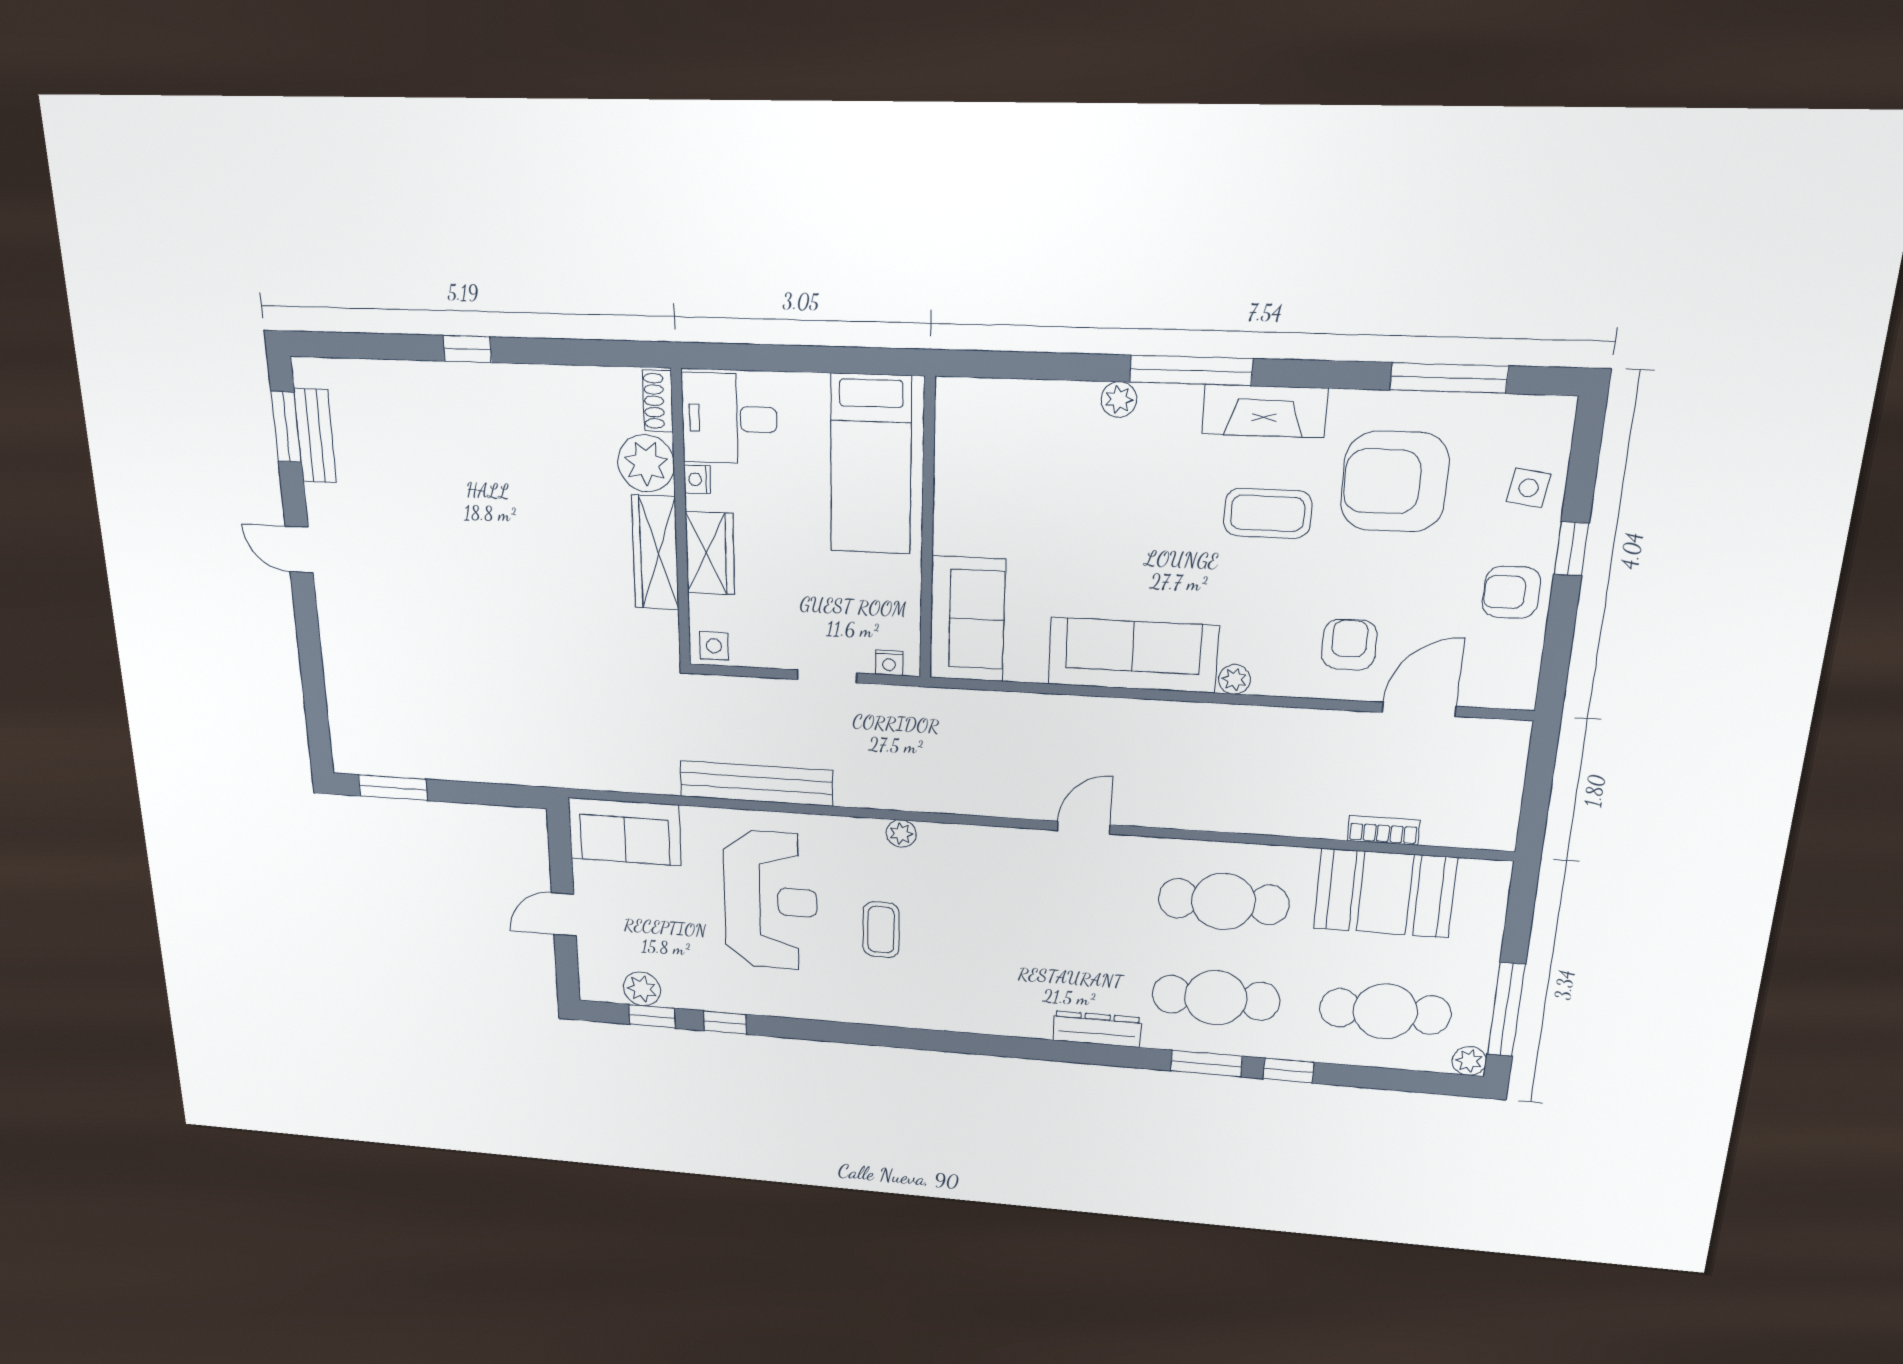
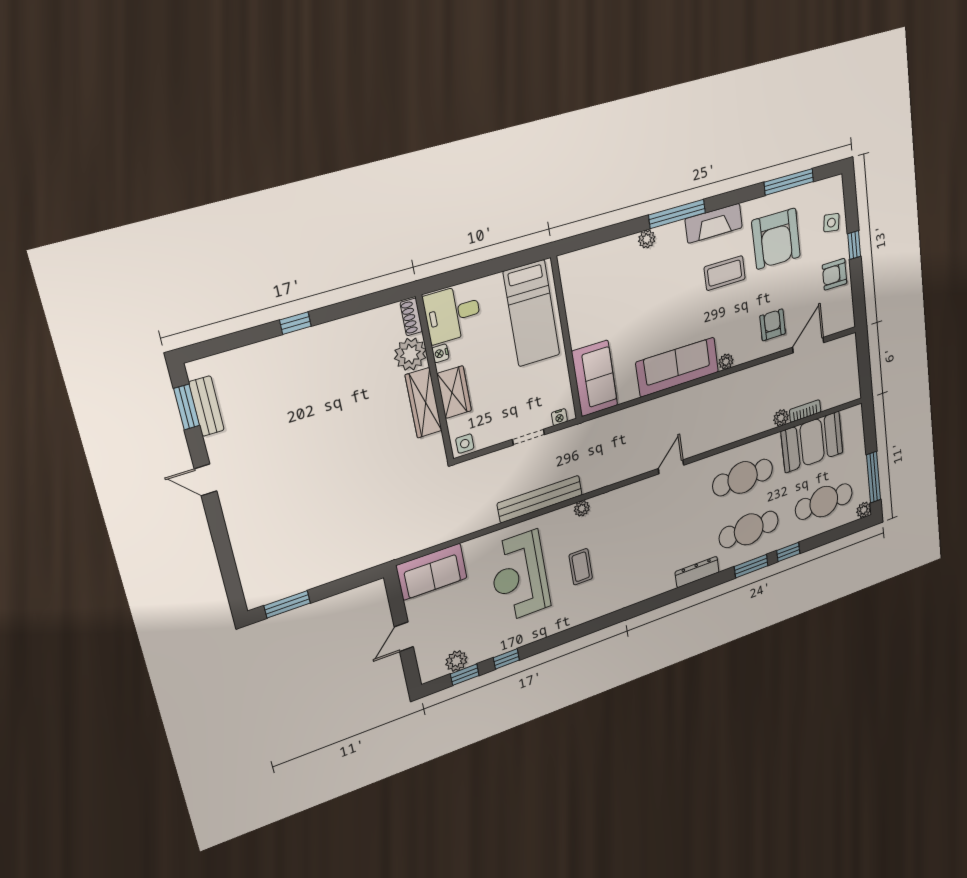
armchair: (1395, 482) -> (776, 239), turned -90
bench: (756, 783) -> (540, 499), moved
plant: (1328, 824) -> (781, 418), added
reception desk: (771, 901) -> (520, 576), turned 180

